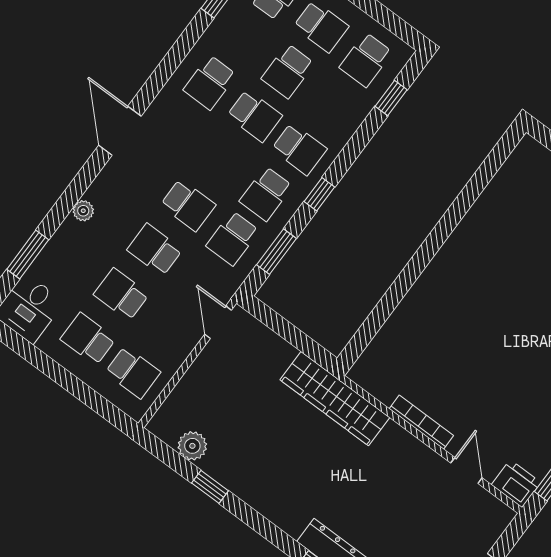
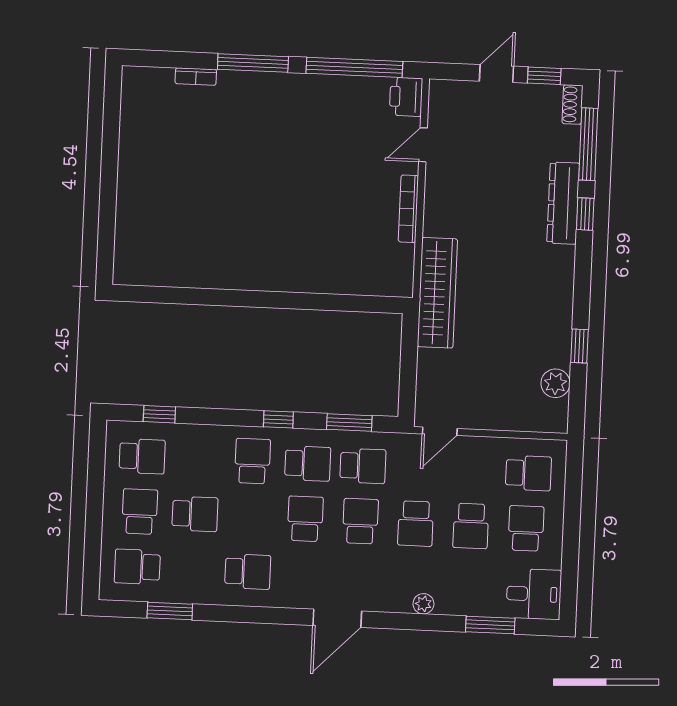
school desk: (255, 116) -> (305, 519), moved
school desk: (88, 339) -> (526, 528), turned 180
school desk: (133, 372) -> (528, 473), turned 90

